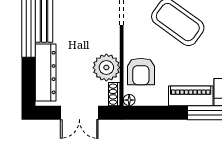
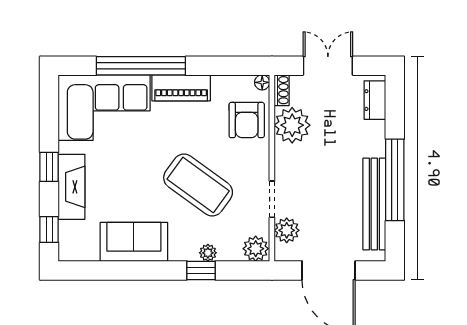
armchair: (141, 71) -> (247, 120), turned 180
dresser: (46, 73) -> (375, 100), width x0.51, depth x0.80

